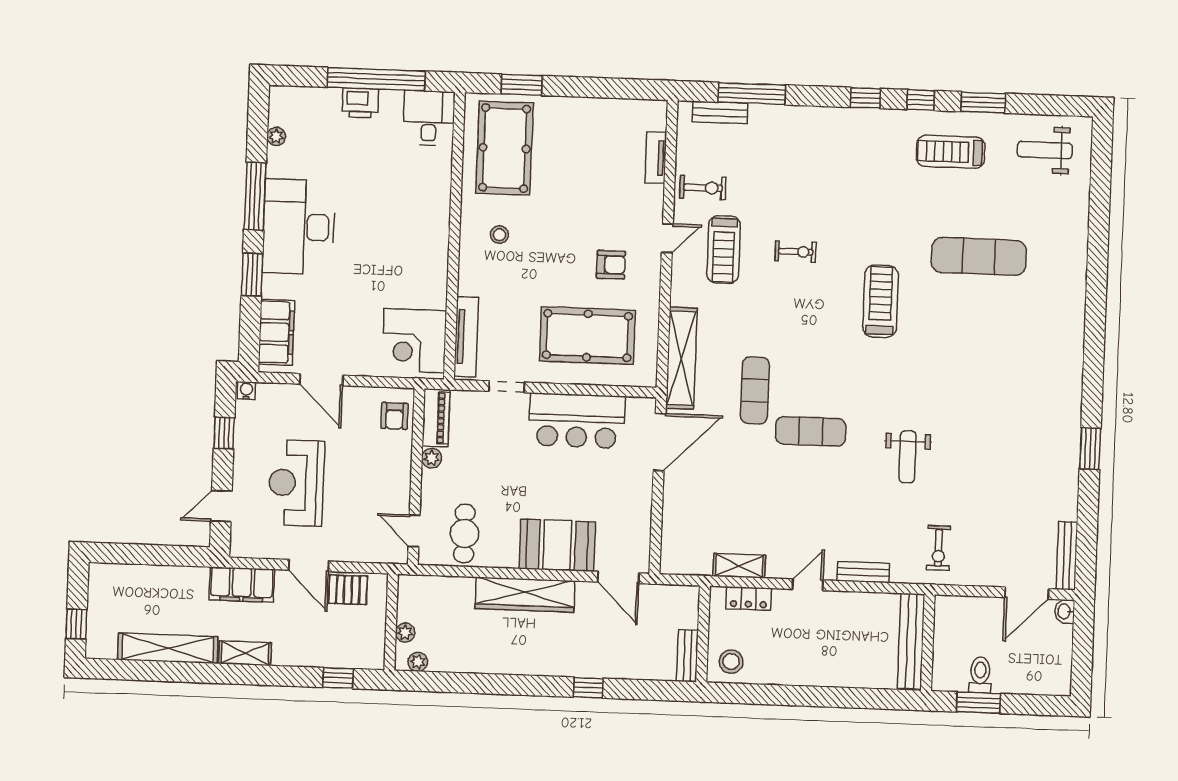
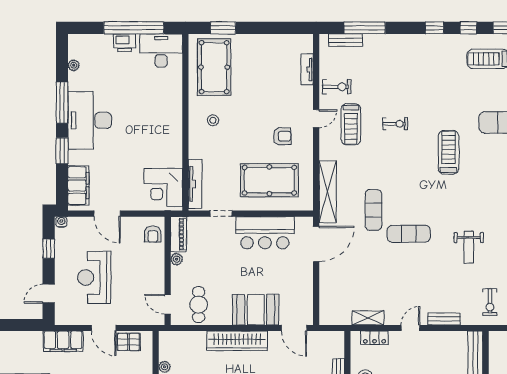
desk: (429, 118) -> (161, 50), width x1.37

